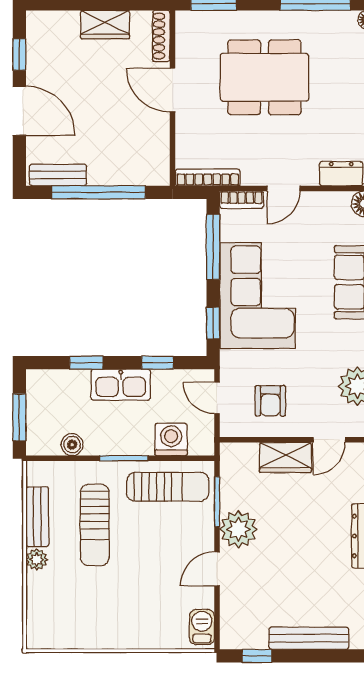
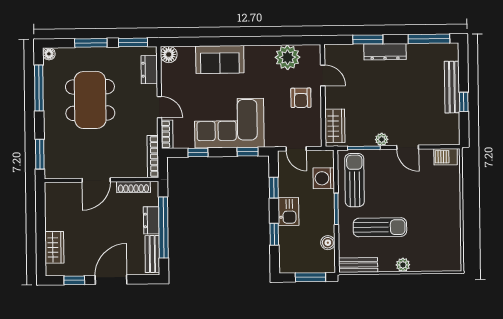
wardrobe: (105, 25) -> (54, 247), moved
shoe rack: (161, 36) -> (133, 187), moved
dining table: (264, 77) -> (90, 100), moved
dresser: (110, 174) -> (151, 220), added
window: (213, 247) -> (198, 152), width x0.46
kitchen sink: (121, 385) -> (288, 212), width x0.73
door: (217, 398) -> (296, 149), hinge flipped
armchair: (270, 401) -> (301, 98), moved, turned 90
wardrobe: (285, 457) -> (335, 126), moved
bench: (37, 517) -> (358, 265), moved
plant: (238, 529) -> (382, 139), width x0.53, depth x0.53
window: (257, 656) -> (464, 102), moved

